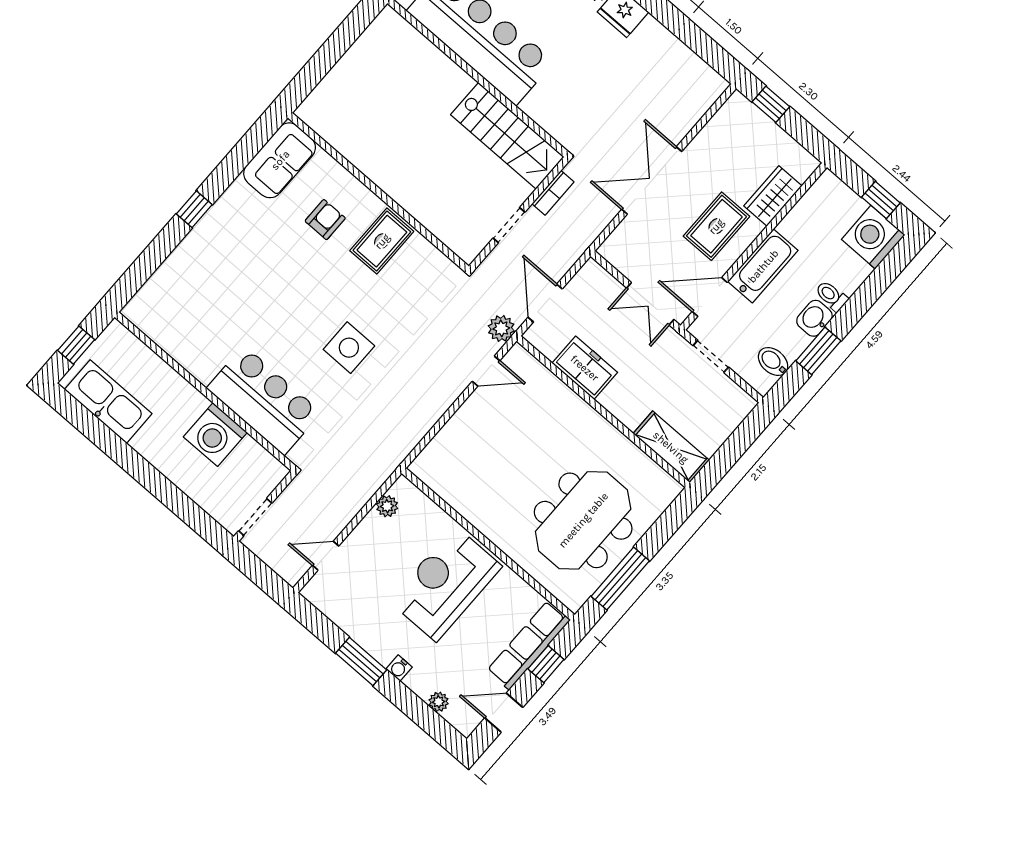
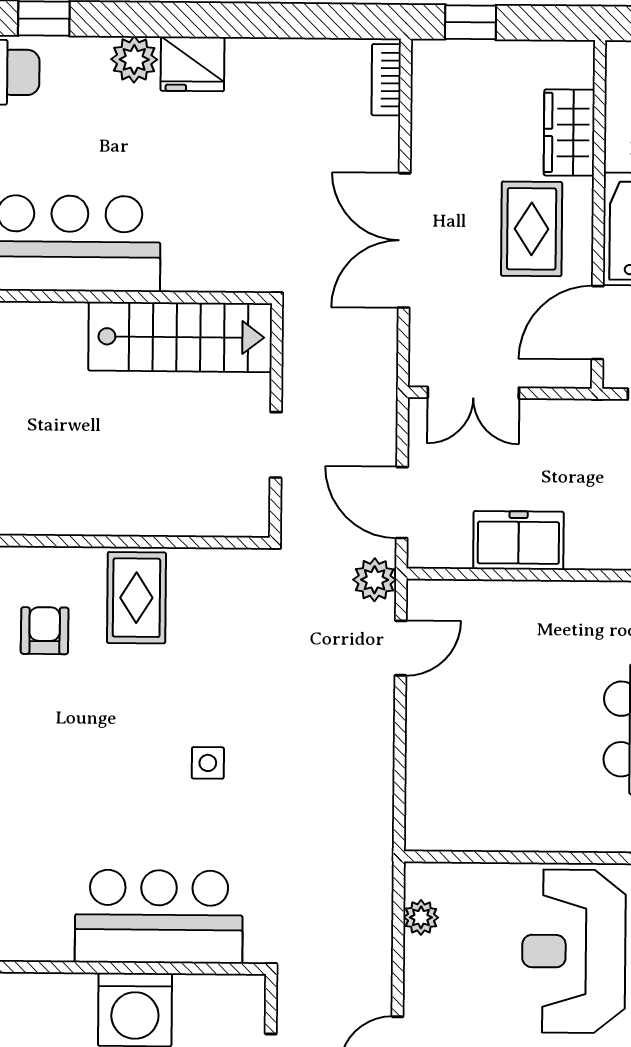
bookcase: (553, 193) -> (386, 80), moved, turned 180
double door: (650, 304) -> (473, 393), moved
side table: (349, 348) -> (208, 763), width x0.54, depth x0.54

